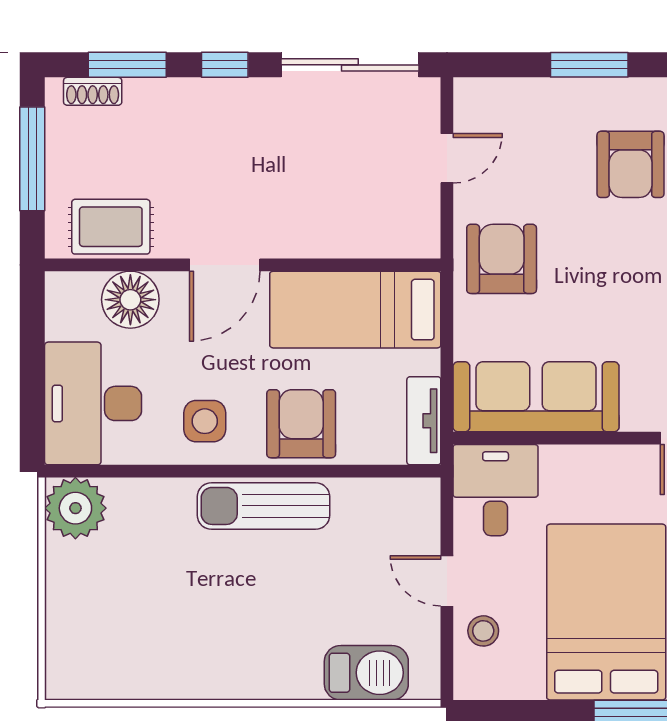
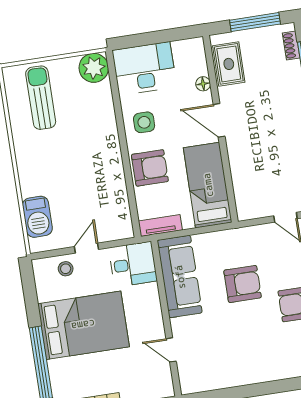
armchair: (502, 259) -> (243, 284), moved
floor lamp: (130, 300) -> (203, 84), width x0.53, depth x0.53
sun lounger: (263, 506) -> (41, 98), moved

